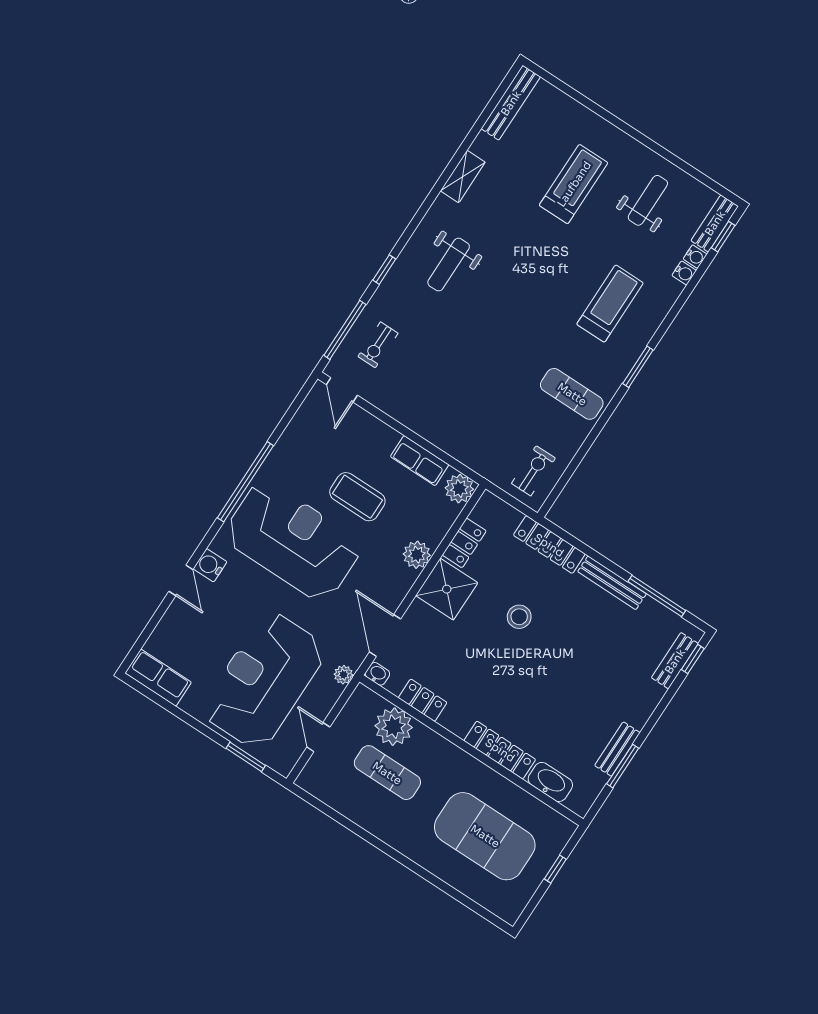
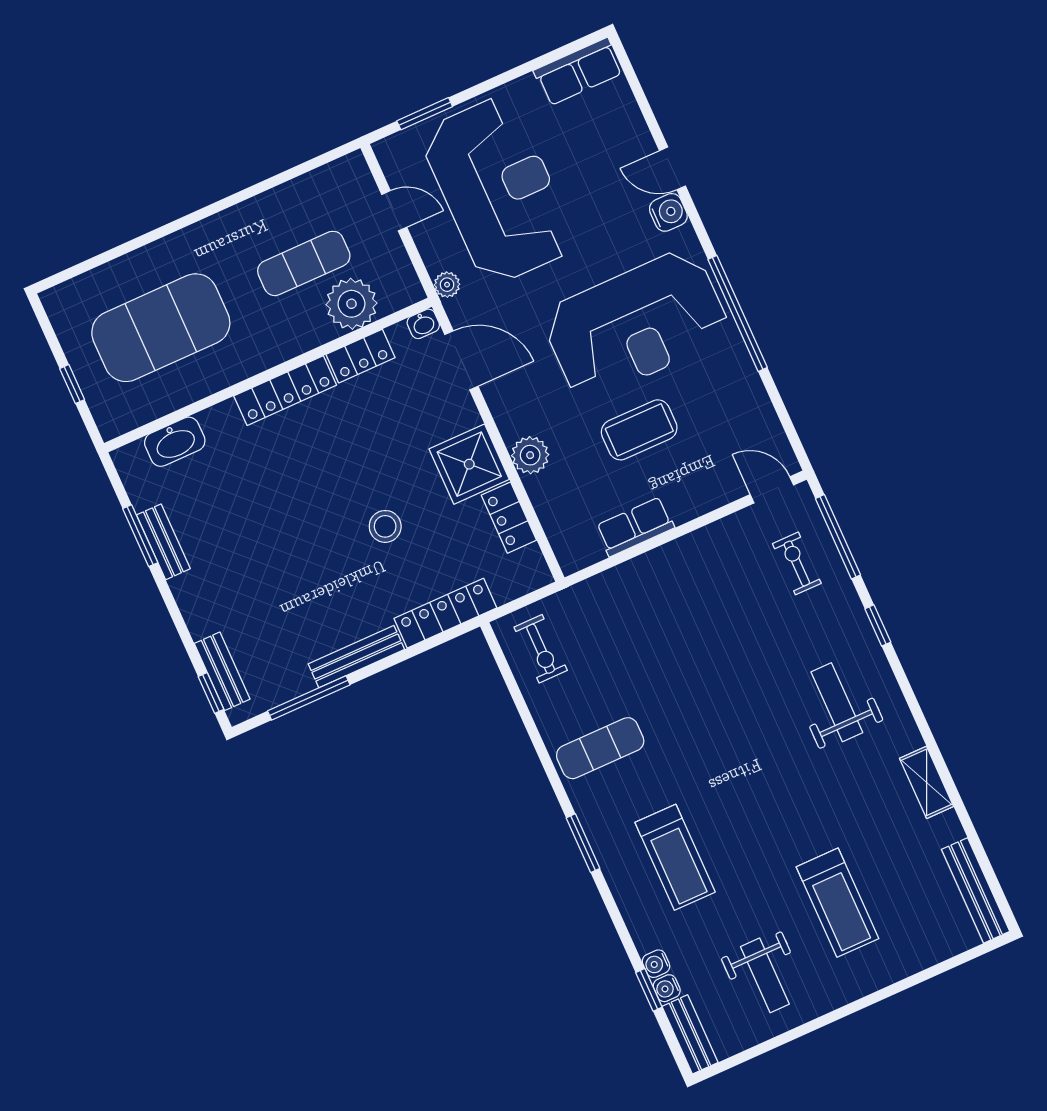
window: (723, 237) -> (649, 990), moved
plant: (459, 489) -> (574, 552), removed
locker: (500, 750) -> (285, 391), moved

